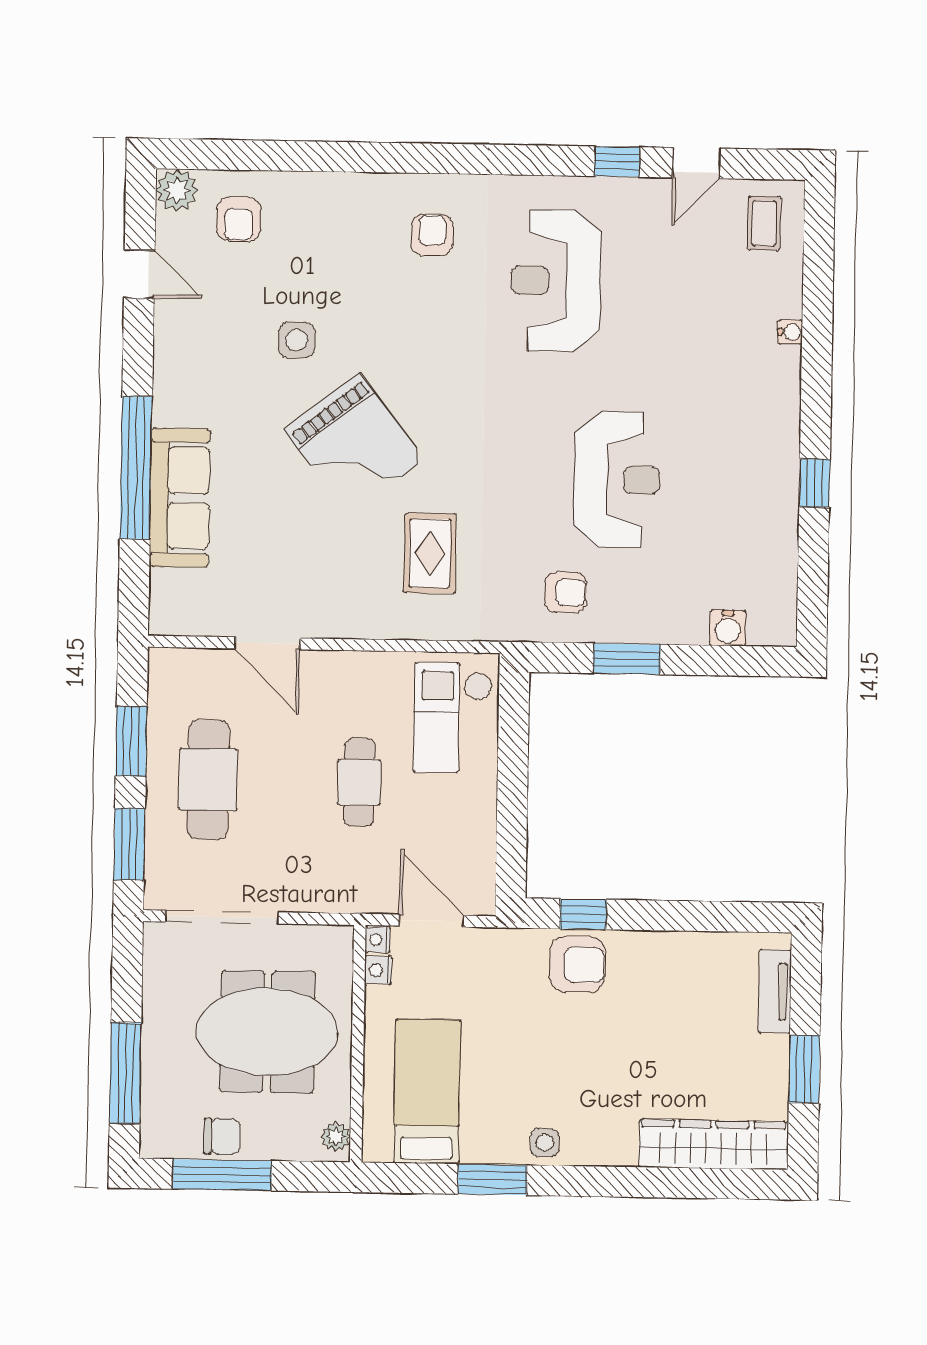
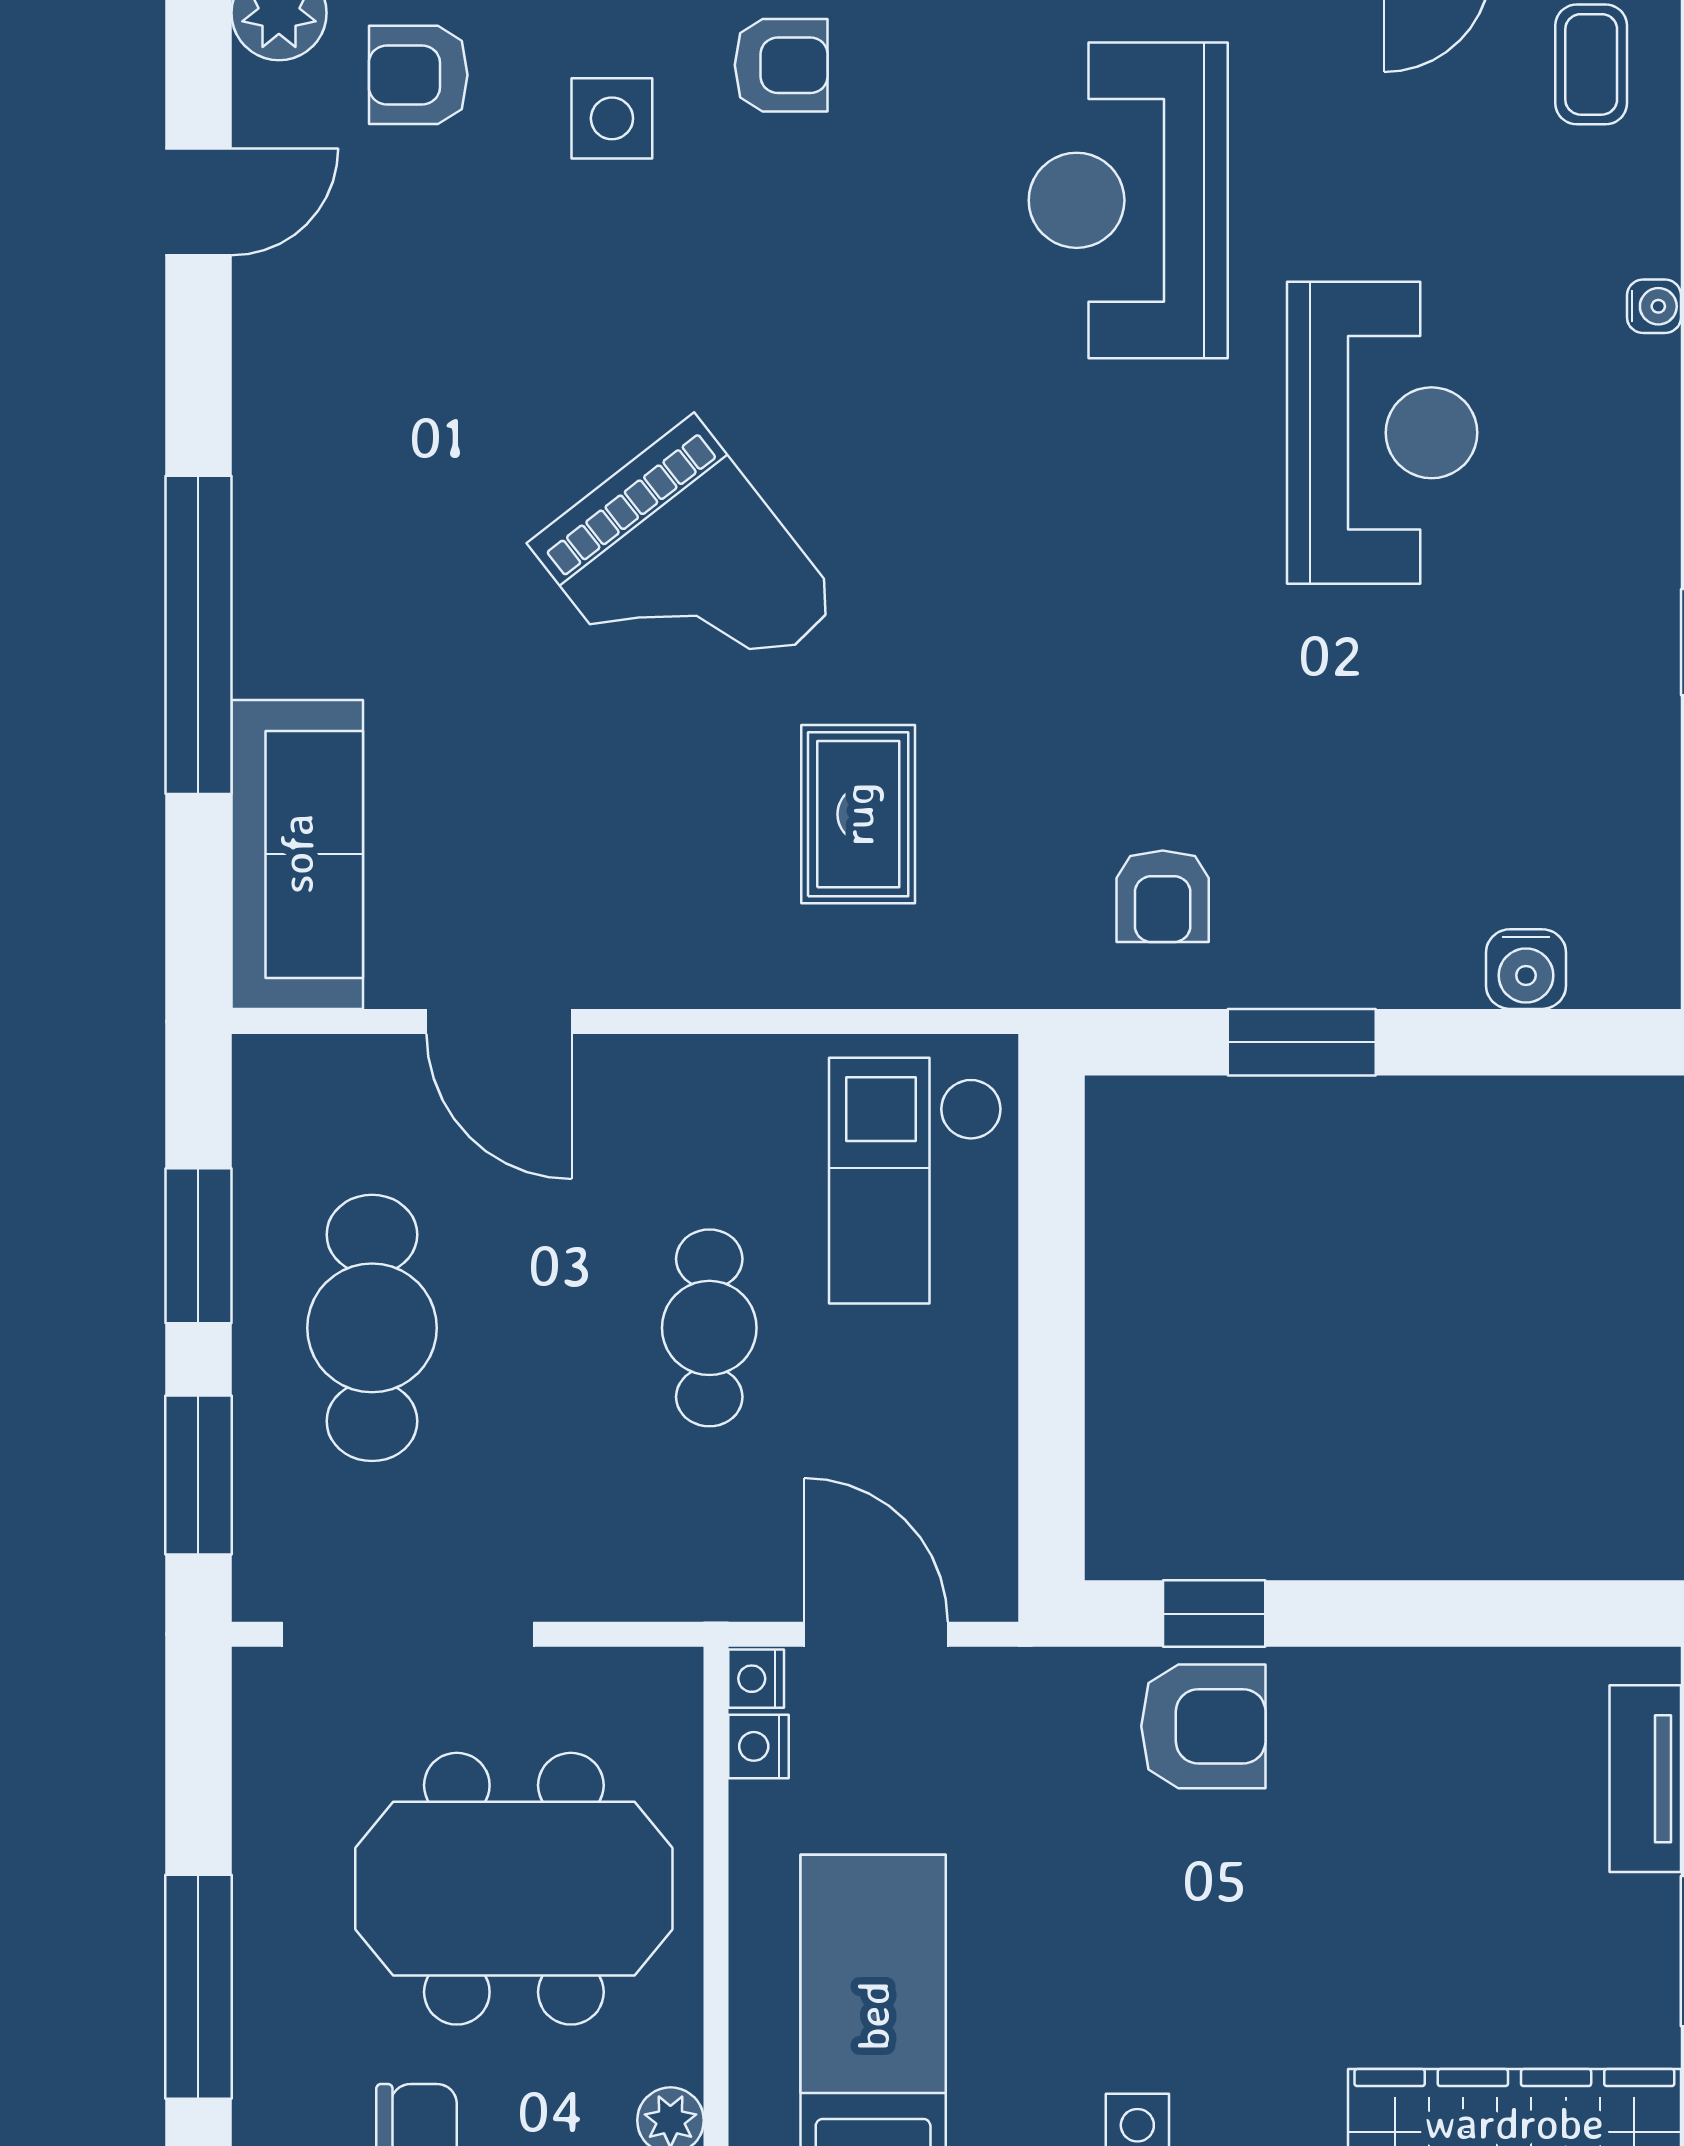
armchair: (239, 219) -> (418, 75), turned 90
armchair: (432, 235) -> (781, 65), moved, turned 90
door: (139, 274) -> (198, 202), hinge flipped
side table: (297, 340) -> (612, 118), moved
reception desk: (617, 480) -> (1382, 433), moved
sofa: (180, 498) -> (297, 854), moved
armchair: (566, 592) -> (1163, 896), turned 90

